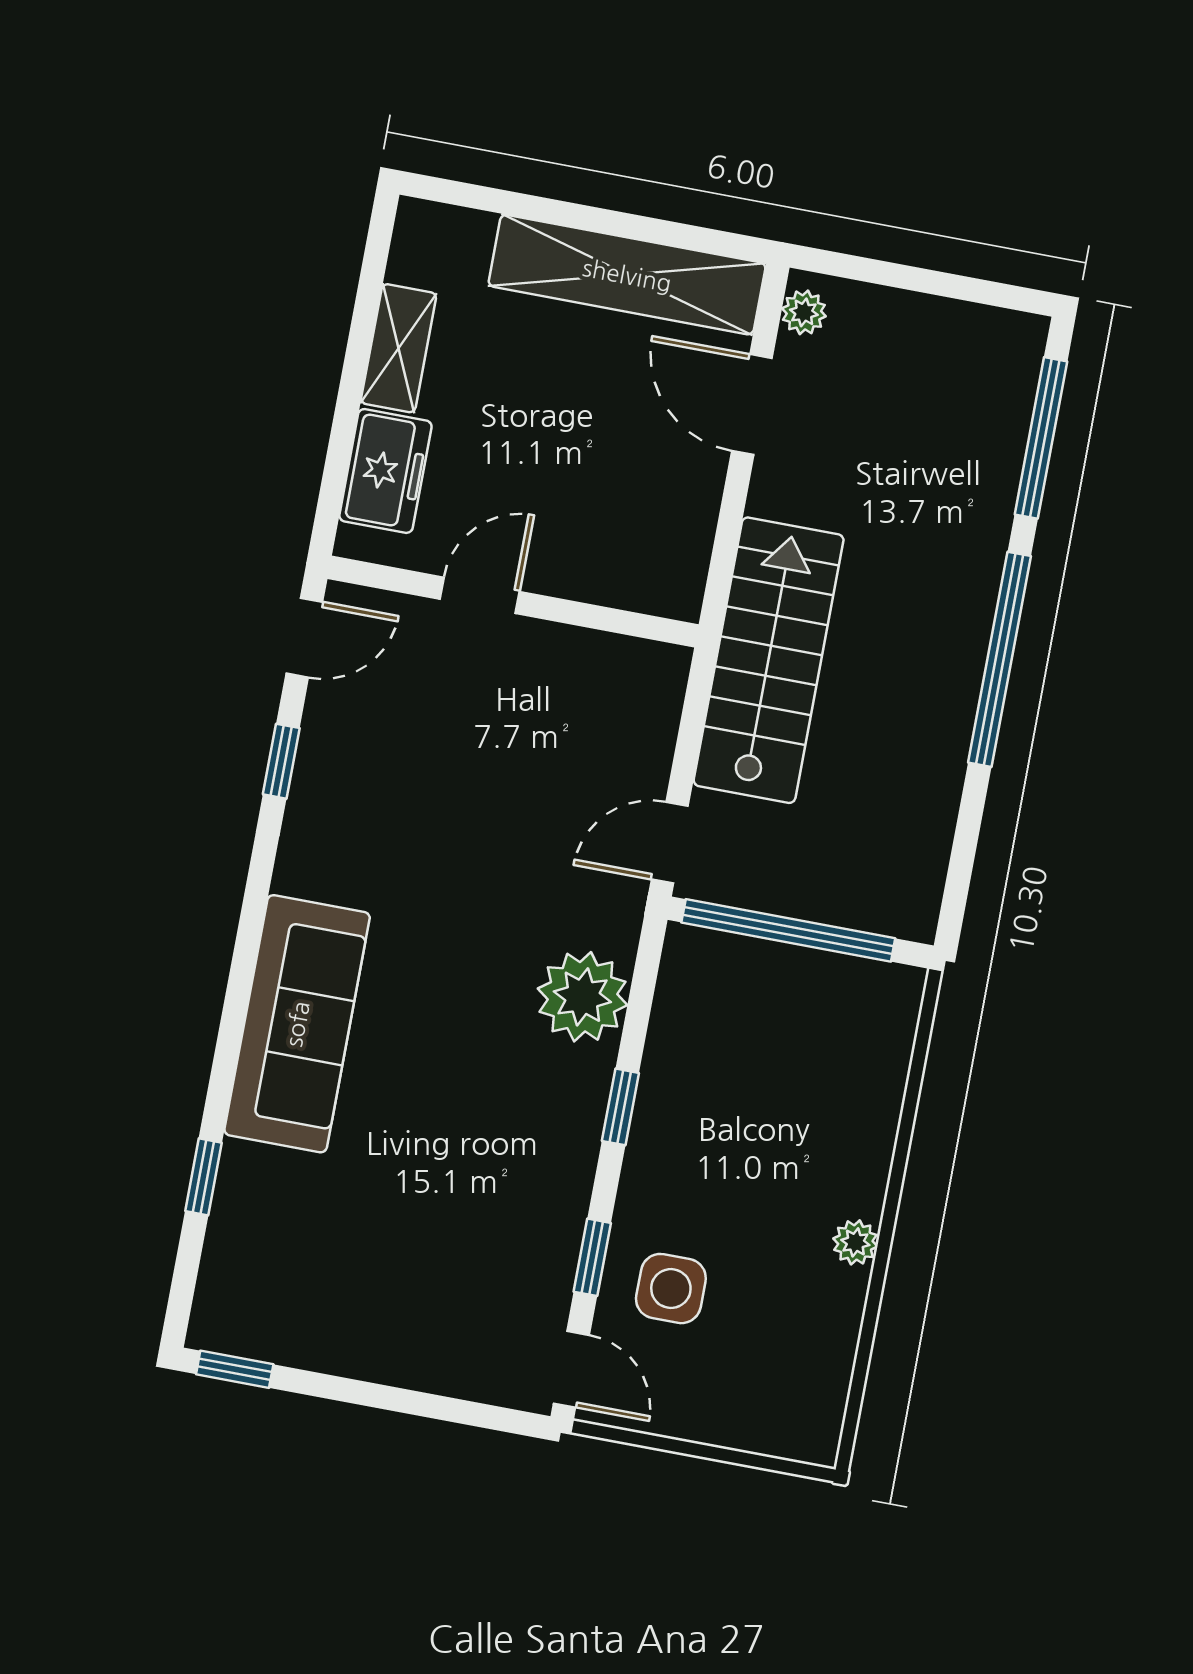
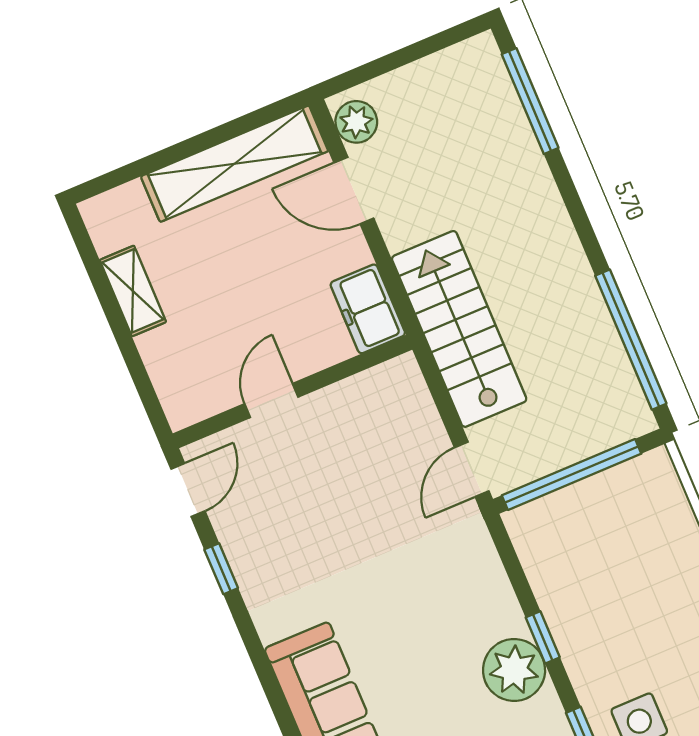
plant: (804, 312) -> (356, 122), width x1.38, depth x1.38
freezer: (385, 471) -> (368, 309), moved, turned 180
window: (1000, 659) -> (631, 340), moved
plant: (582, 997) -> (514, 670), moved

